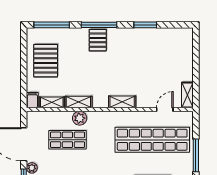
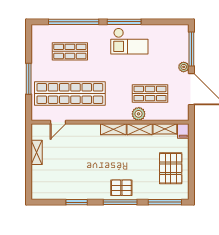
pallet: (98, 40) -> (121, 188), turned 90
shelving: (187, 95) -> (37, 152), moved
shelving: (122, 102) -> (113, 129), moved

